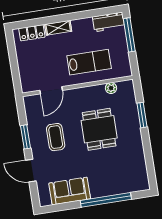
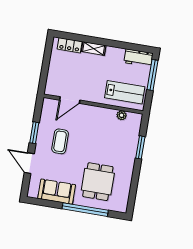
lab bench: (89, 62) -> (125, 92), moved
dining table: (99, 129) -> (98, 182), moved

